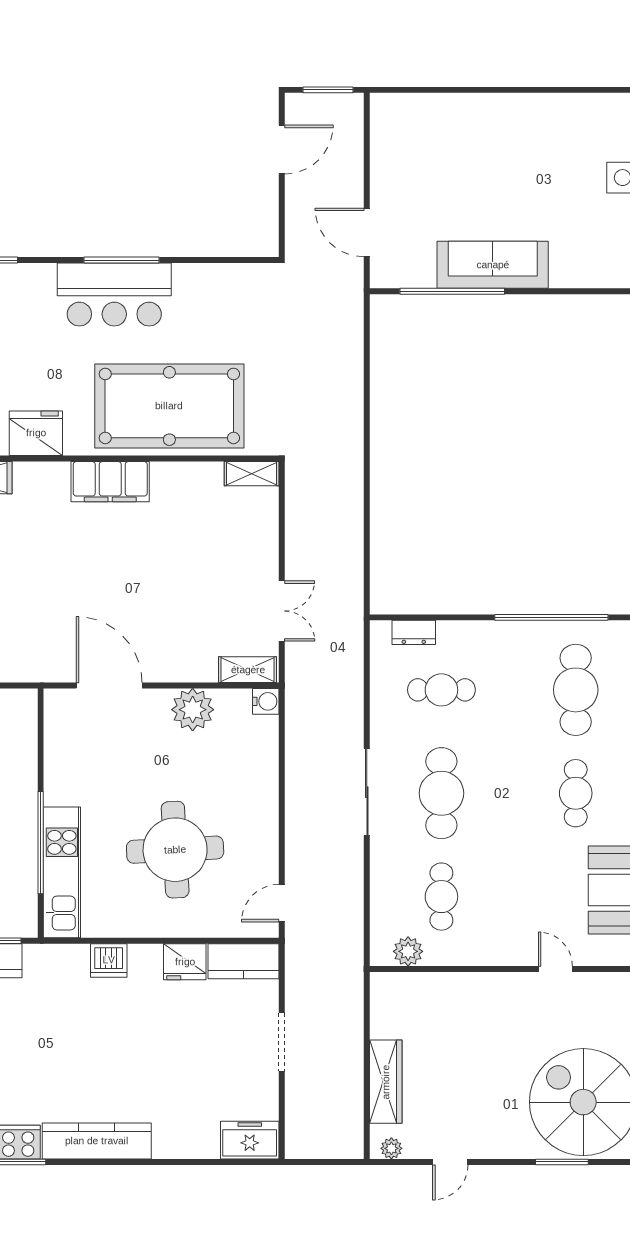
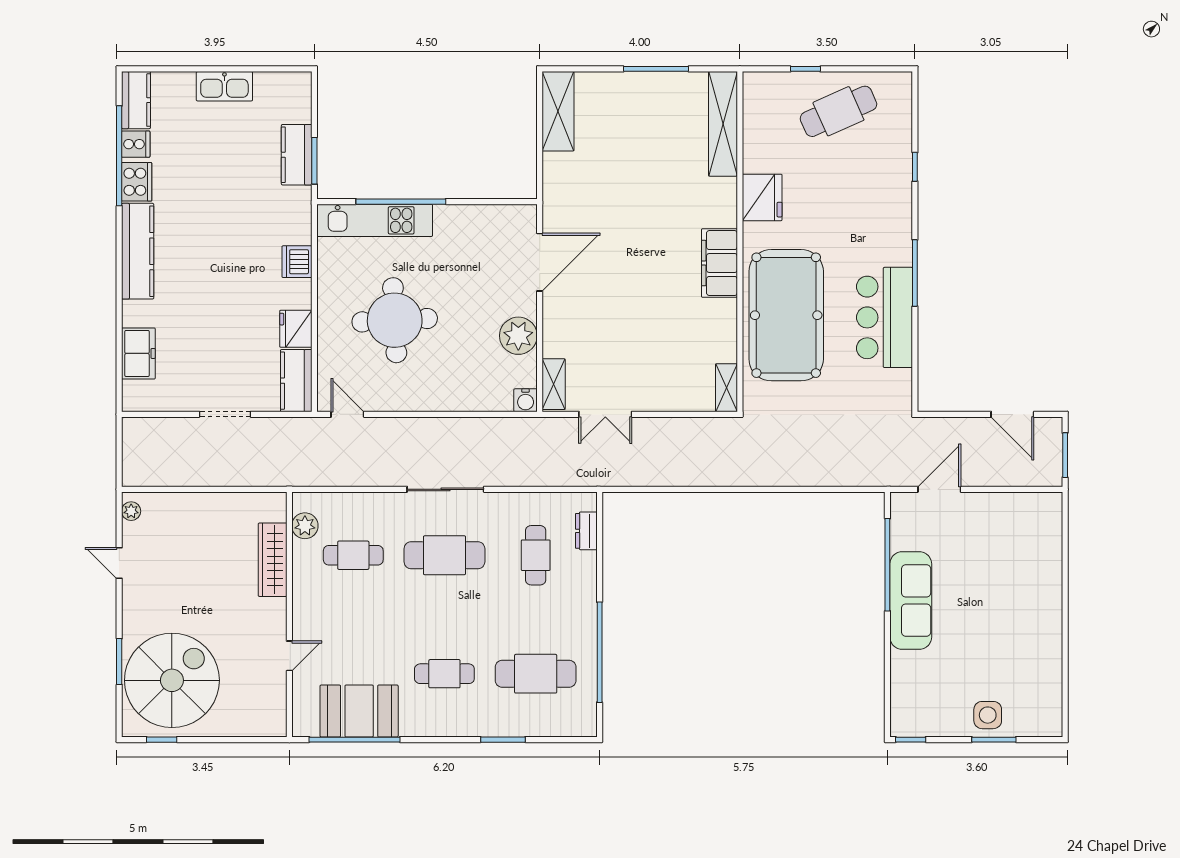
bar counter: (114, 294) -> (885, 317), moved
wardrobe: (386, 1082) -> (273, 560), moved, turned 90
freezer: (250, 1140) -> (138, 353), moved

